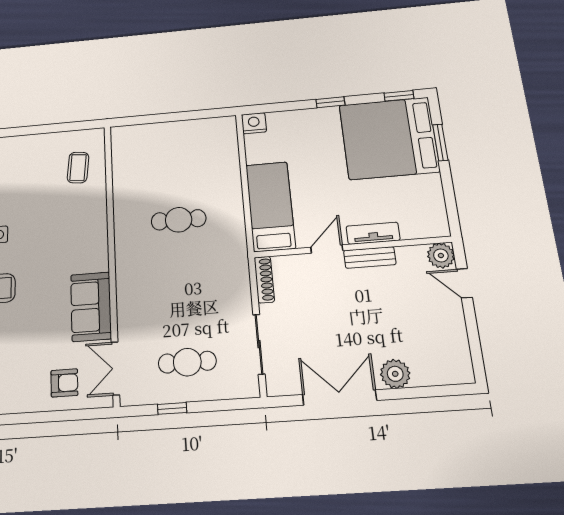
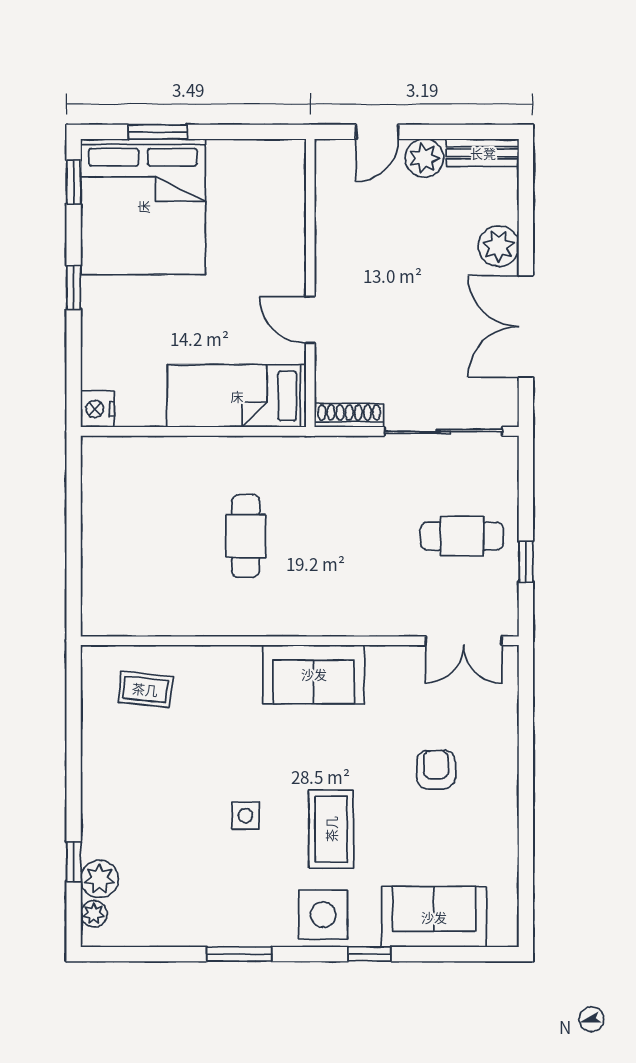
tv unit: (373, 233) -> (292, 250), removed
plant: (441, 255) -> (424, 158), moved
bench: (370, 258) -> (483, 153), moved, turned 90
sofa: (91, 307) -> (314, 674), moved
sliding door: (259, 344) -> (443, 431), width x1.37
cafe table: (187, 362) -> (462, 536), turned 90
armchair: (64, 383) -> (436, 769), moved

